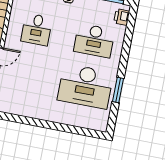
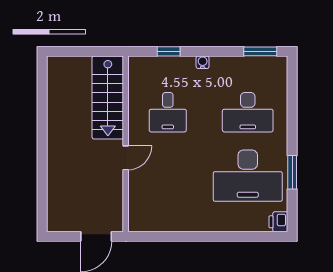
printer: (122, 17) -> (278, 222), moved

